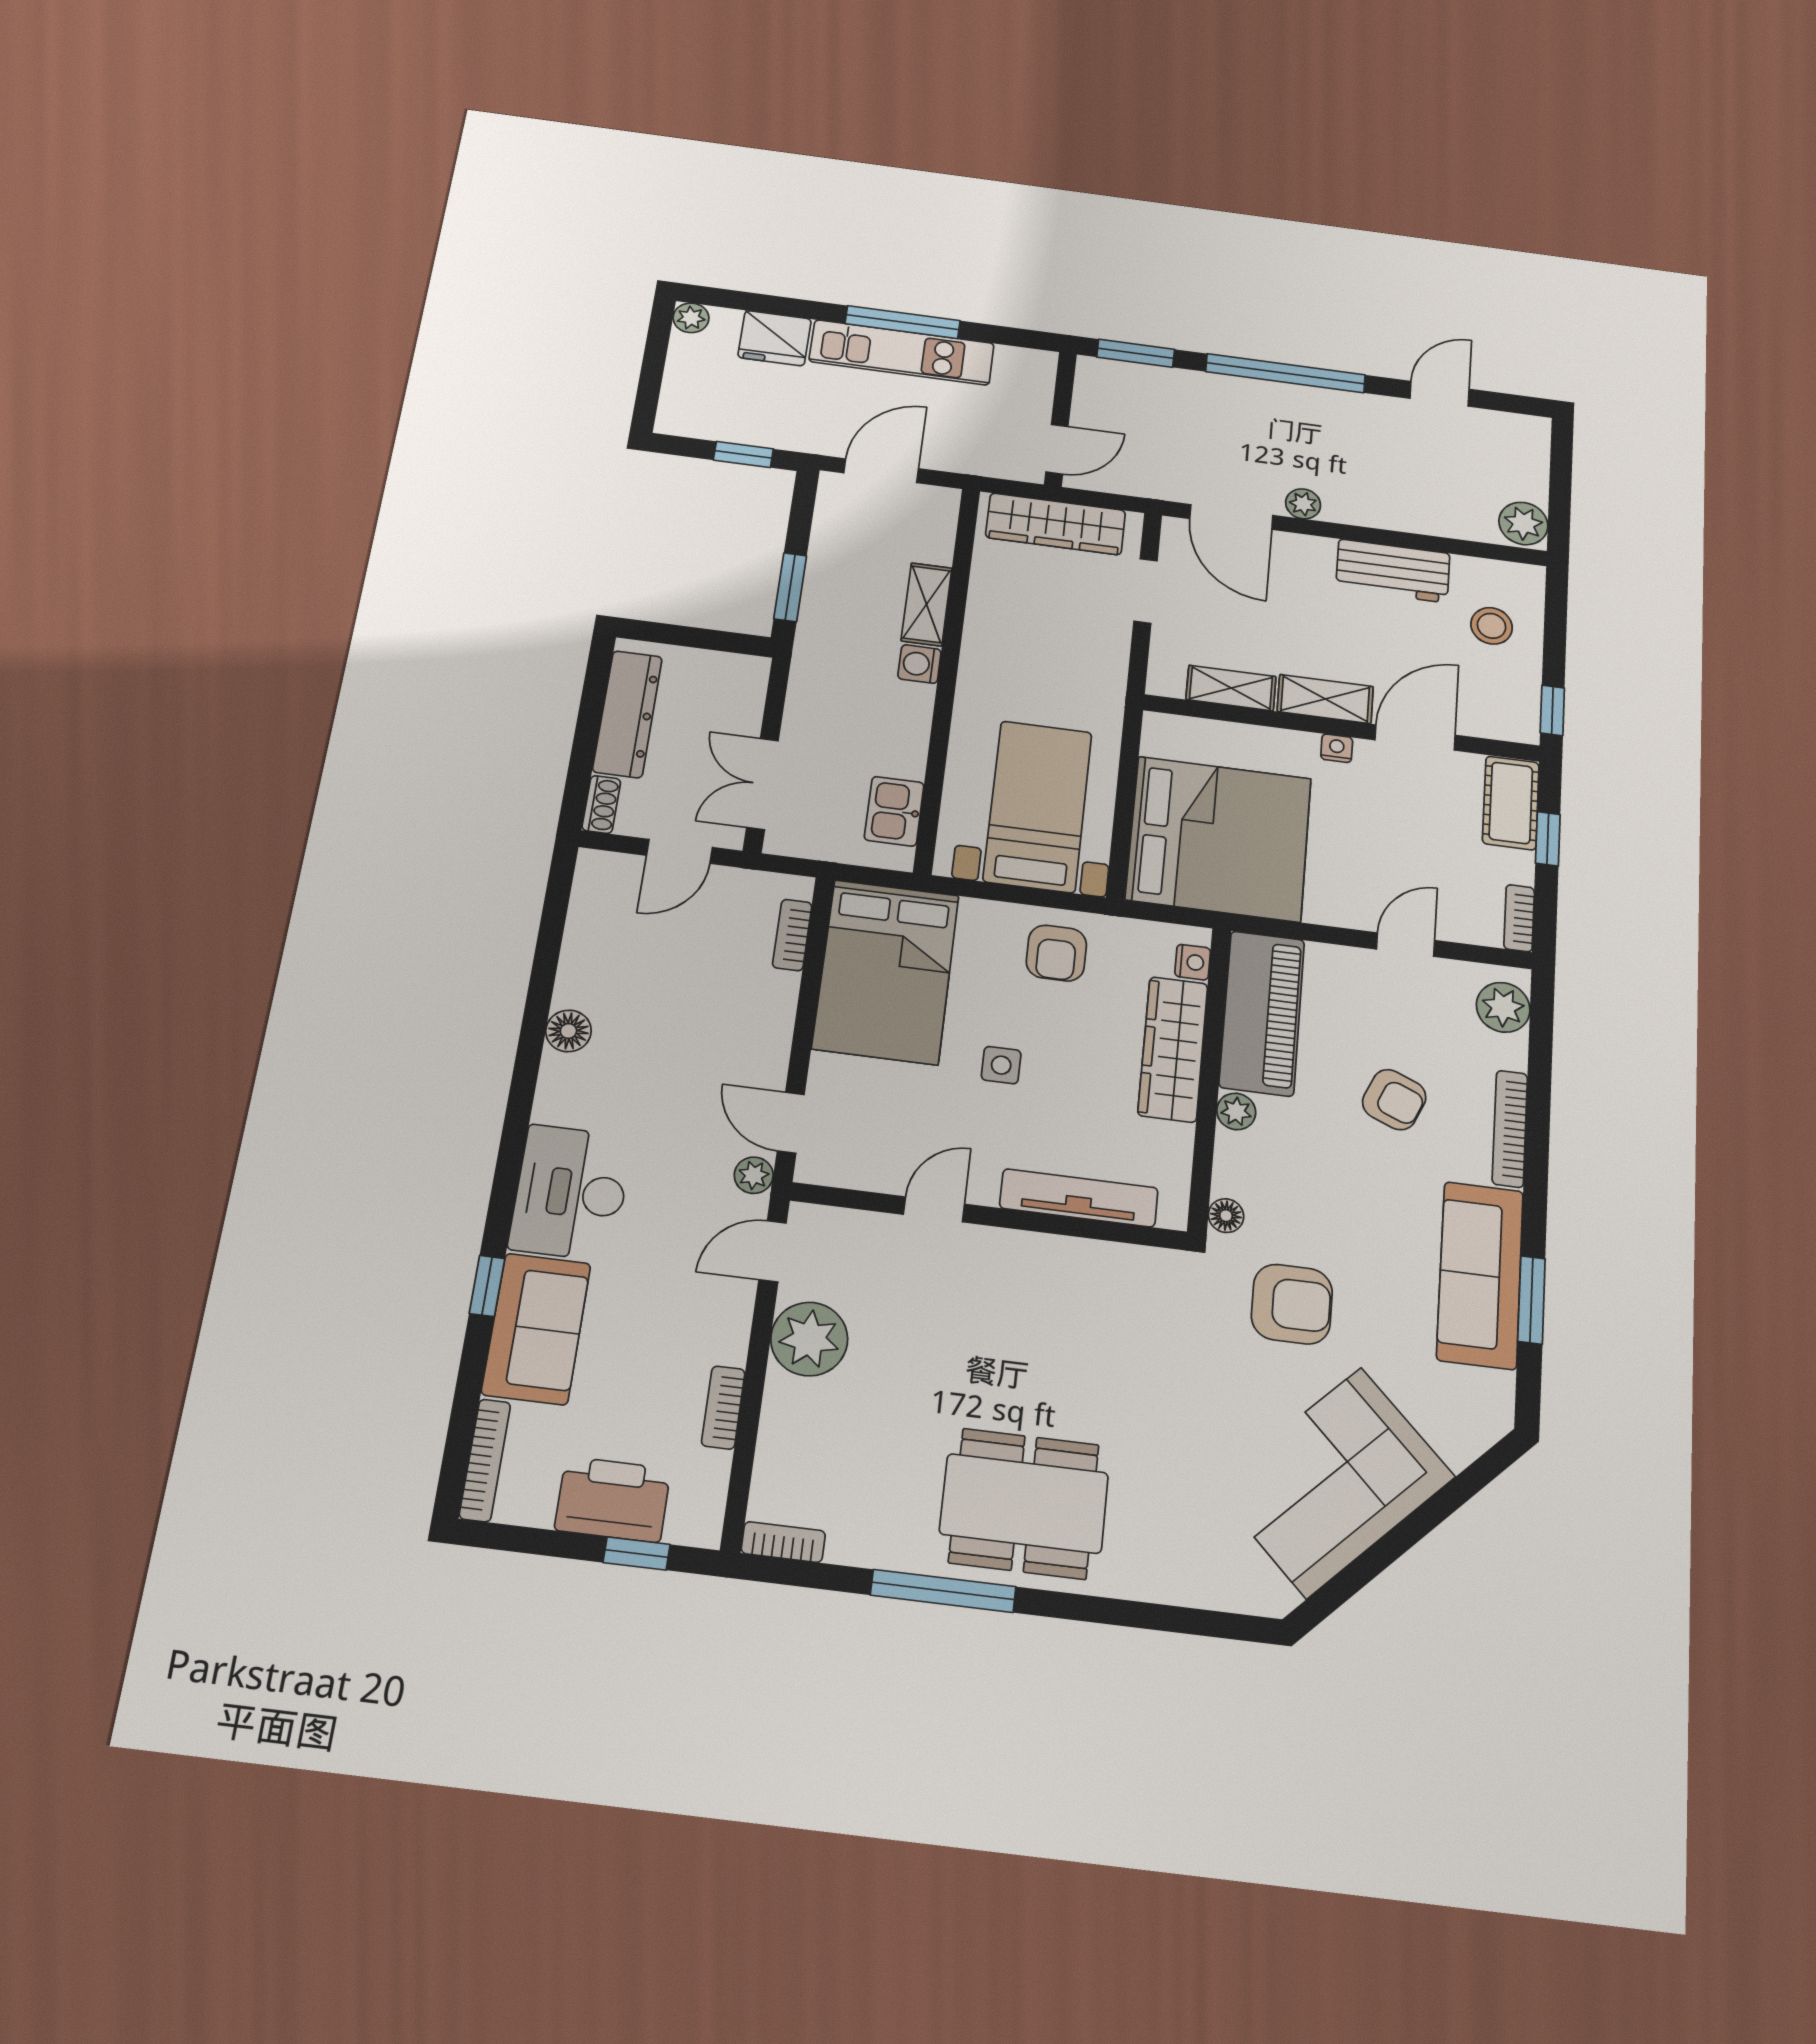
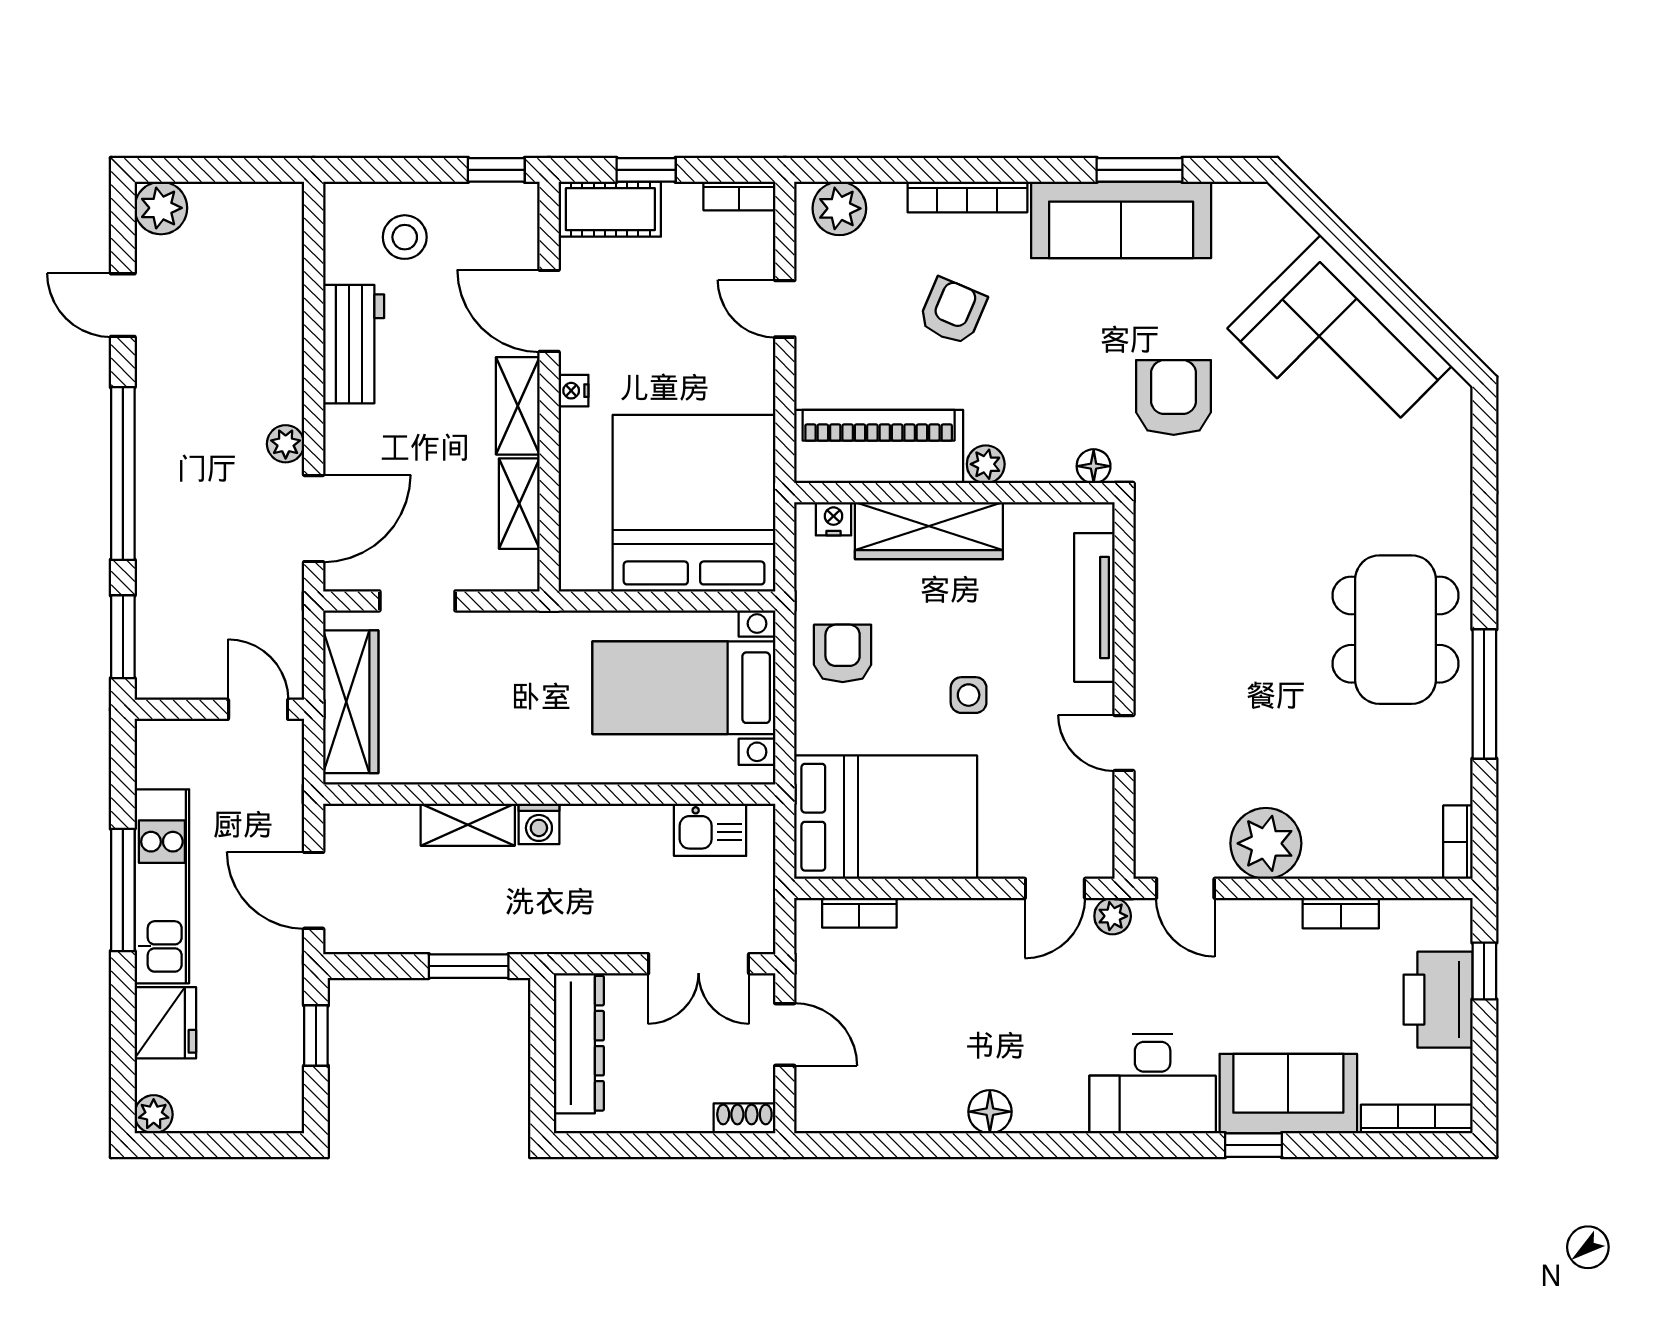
plant: (1523, 523) -> (161, 208), moved
dresser: (627, 714) -> (579, 1043), moved, turned 90
armchair: (1056, 953) -> (843, 653), turned -90

